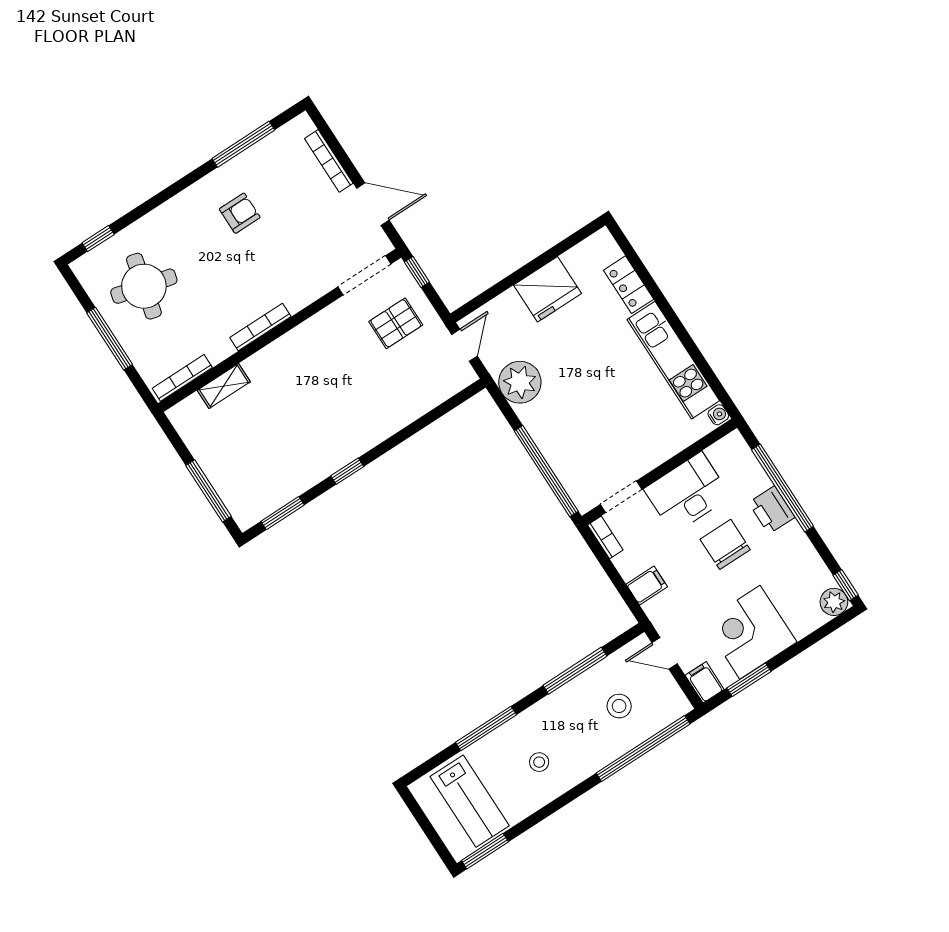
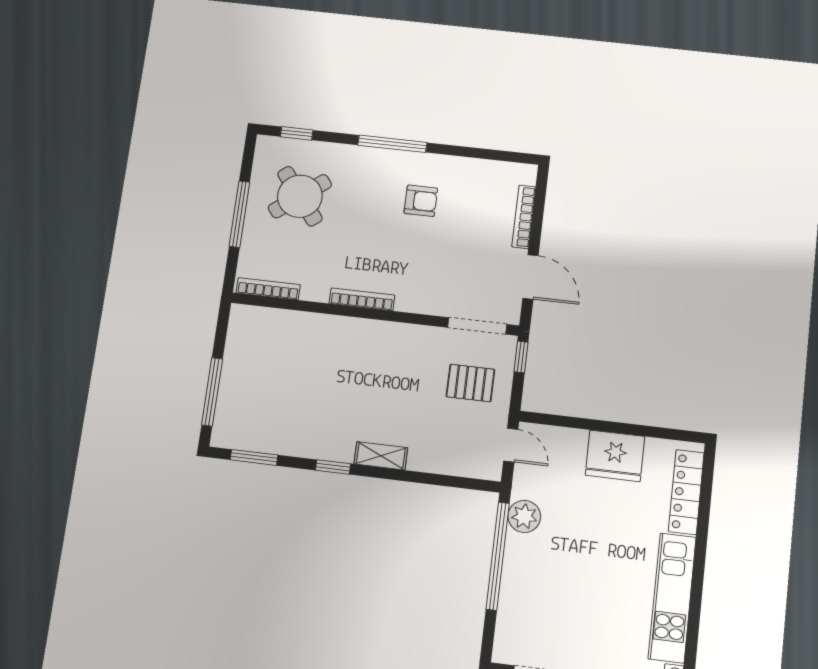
window: (243, 144) -> (392, 144), moved
locker: (629, 285) -> (686, 492), width x1.53
round table: (144, 286) -> (300, 196), turned 38
door: (464, 345) -> (511, 445), hinge flipped
plant: (520, 382) -> (524, 516), width x0.73, depth x0.73
shelving: (224, 386) -> (381, 456), moved
window: (546, 471) -> (498, 556), moved

